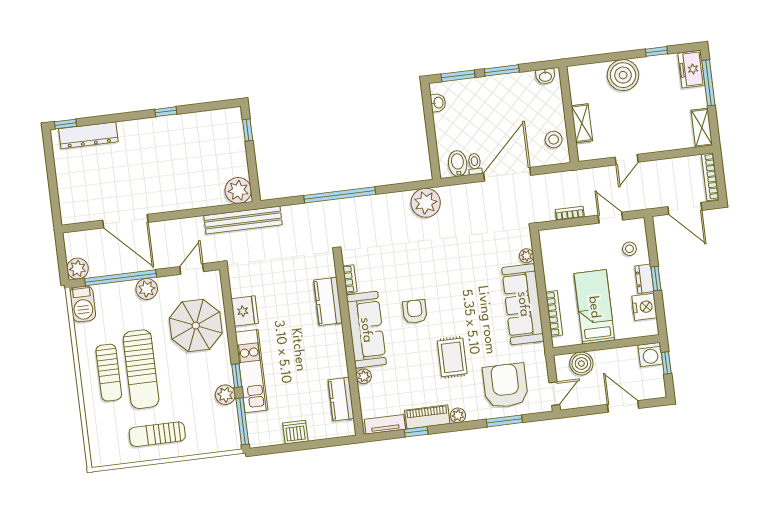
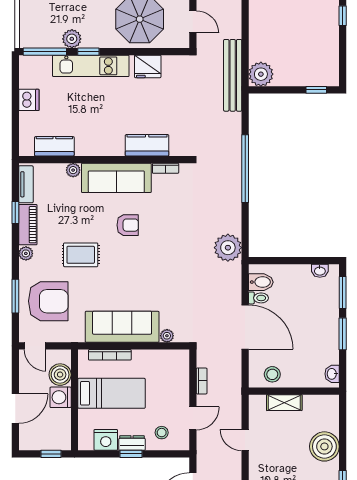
washing machine: (650, 355) -> (61, 397), moved

